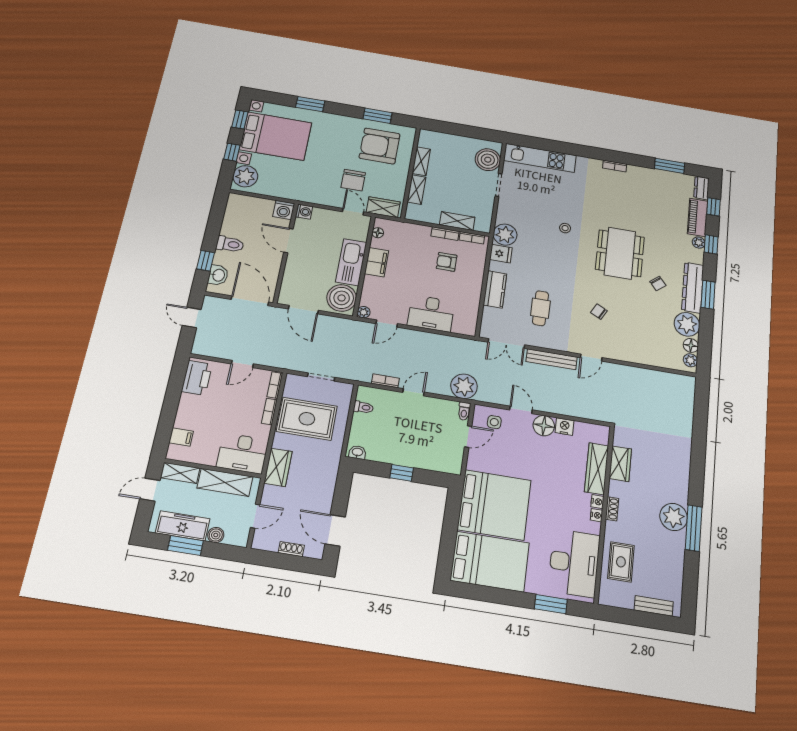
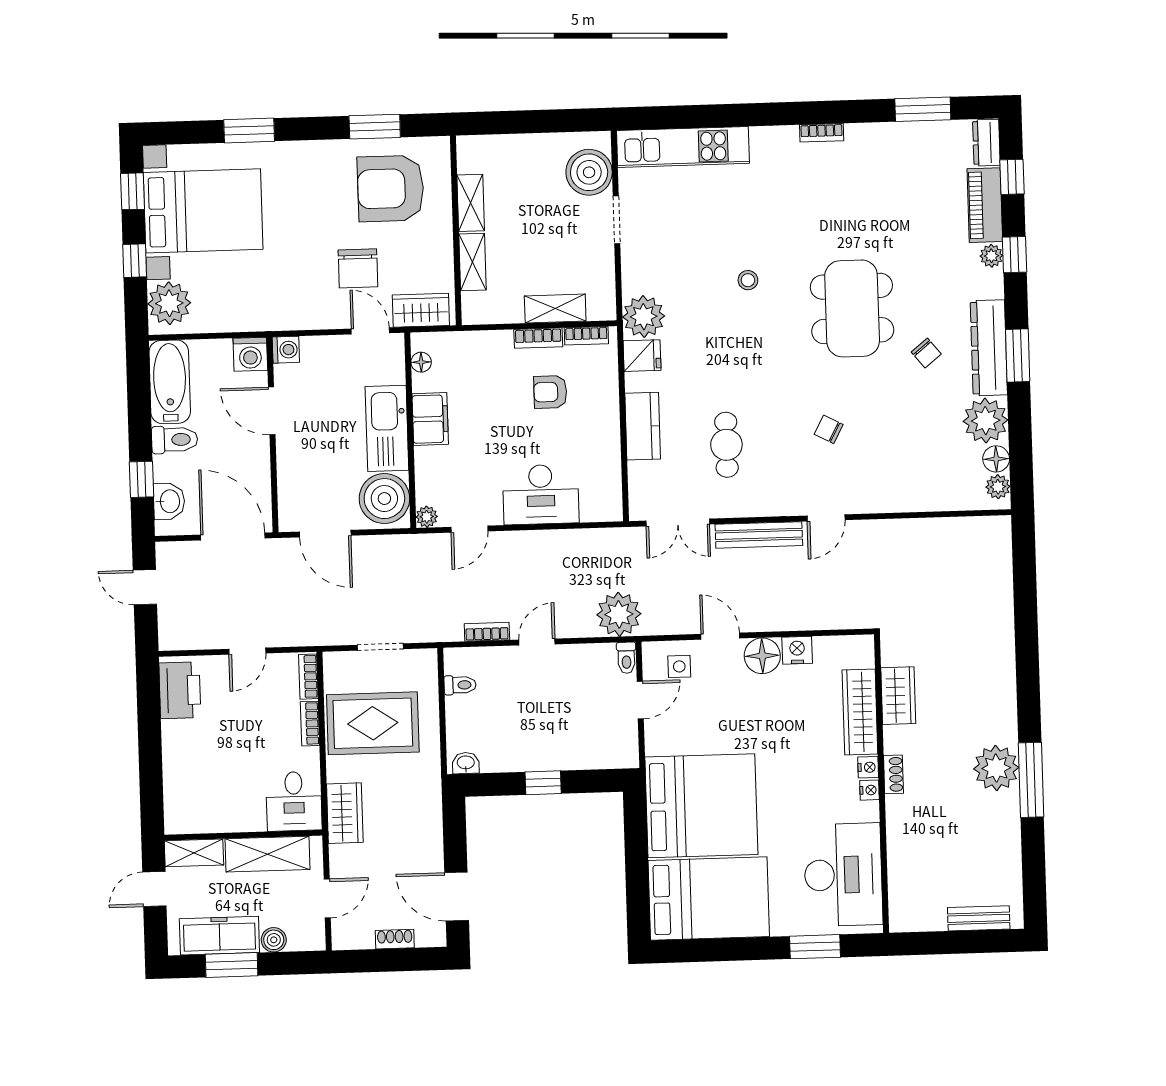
bathtub: (235, 215) -> (170, 382), added
filing cabinet: (181, 437) -> (180, 794), removed
desk: (243, 453) -> (294, 801), width x0.73
rug: (621, 562) -> (918, 858), removed

